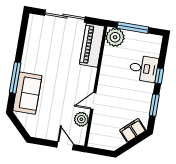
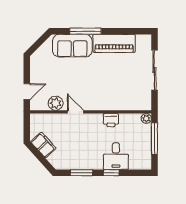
plant: (115, 37) -> (146, 118), width x0.53, depth x0.53
piano: (92, 45) -> (114, 43), moved, turned 180
printer: (107, 67) -> (111, 120), added
filing cabinet: (133, 130) -> (43, 145), moved

